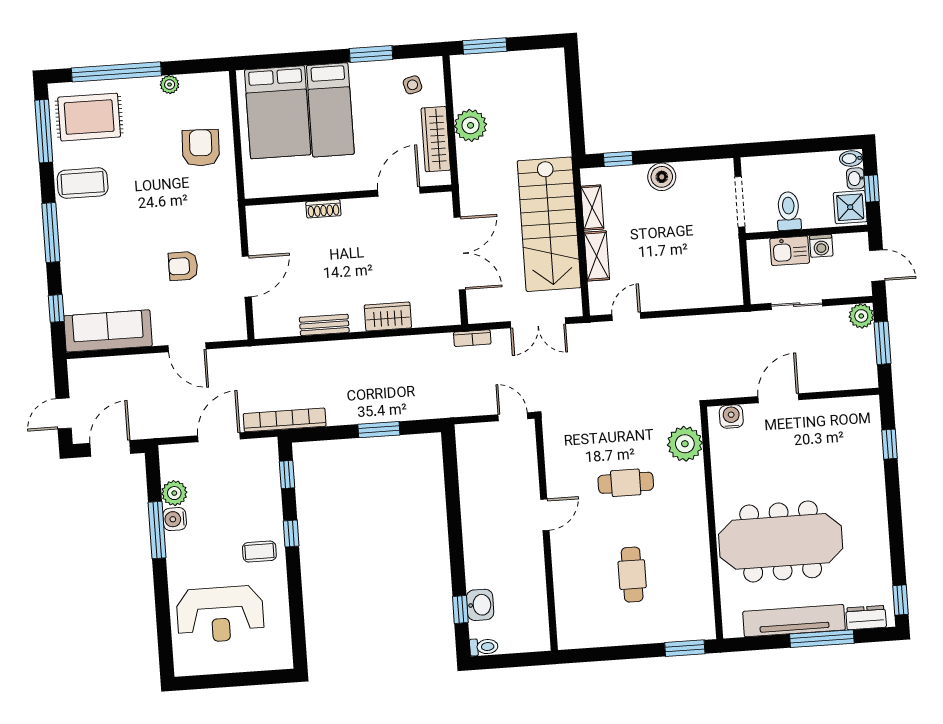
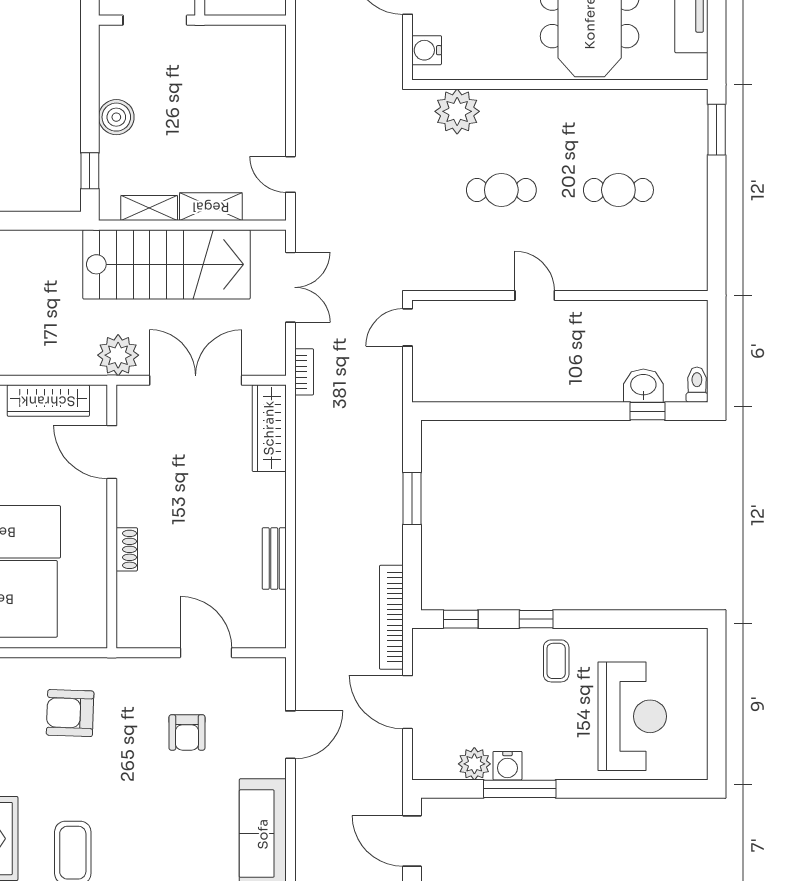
plant: (471, 125) -> (118, 355), moved
armchair: (201, 148) -> (70, 713), moved
wardrobe: (388, 316) -> (269, 428), moved, width x1.50
cafe table: (626, 483) -> (501, 190), turned 90

